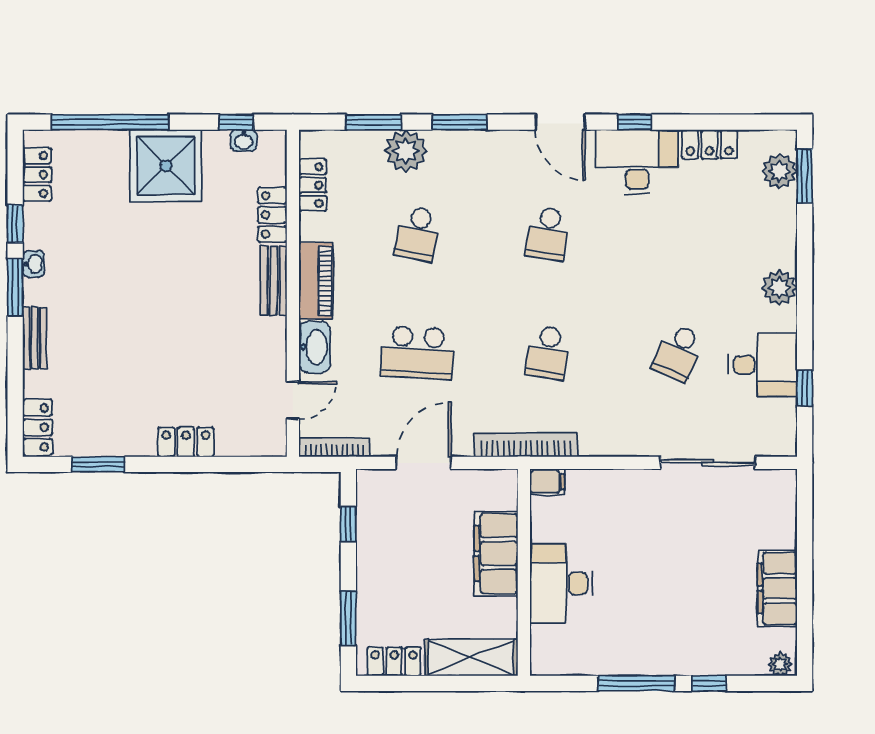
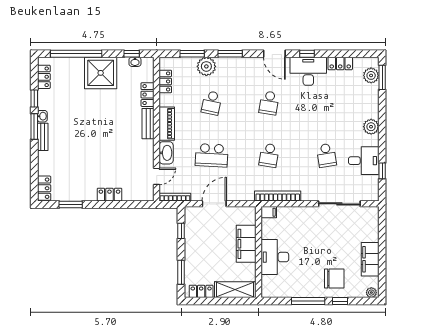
bench: (35, 338) -> (43, 137), moved
school desk: (678, 353) -> (326, 155), turned -33
bookcase: (526, 445) -> (278, 196), moved
chair: (696, 632) -> (334, 279), added

